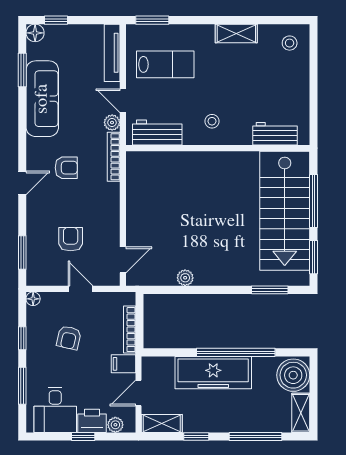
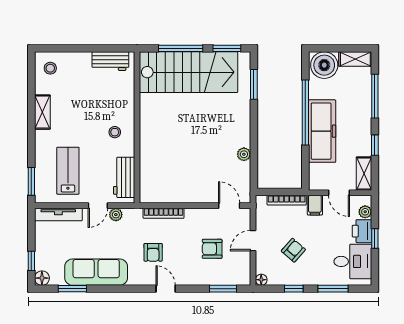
workbench: (275, 134) -> (110, 61), moved, turned -90
bookcase: (114, 157) -> (164, 213), moved
armchair: (66, 168) -> (153, 252), turned 180
armchair: (69, 338) -> (293, 250), turned -62

